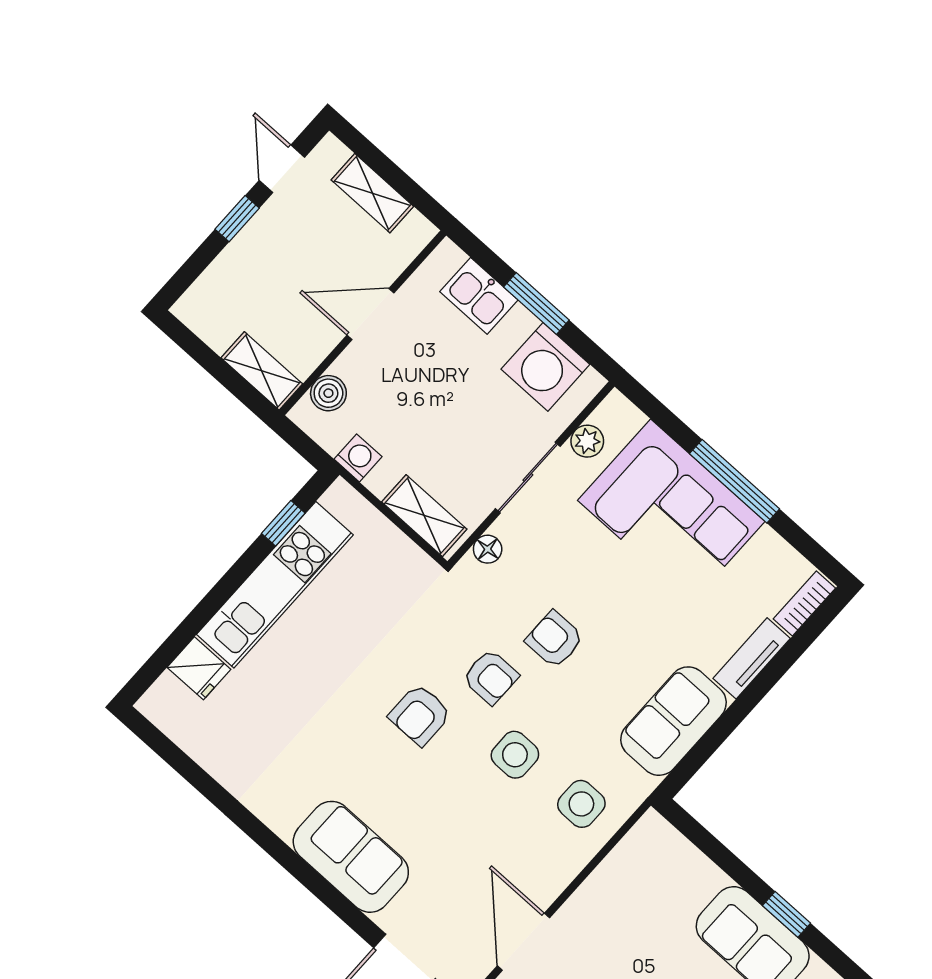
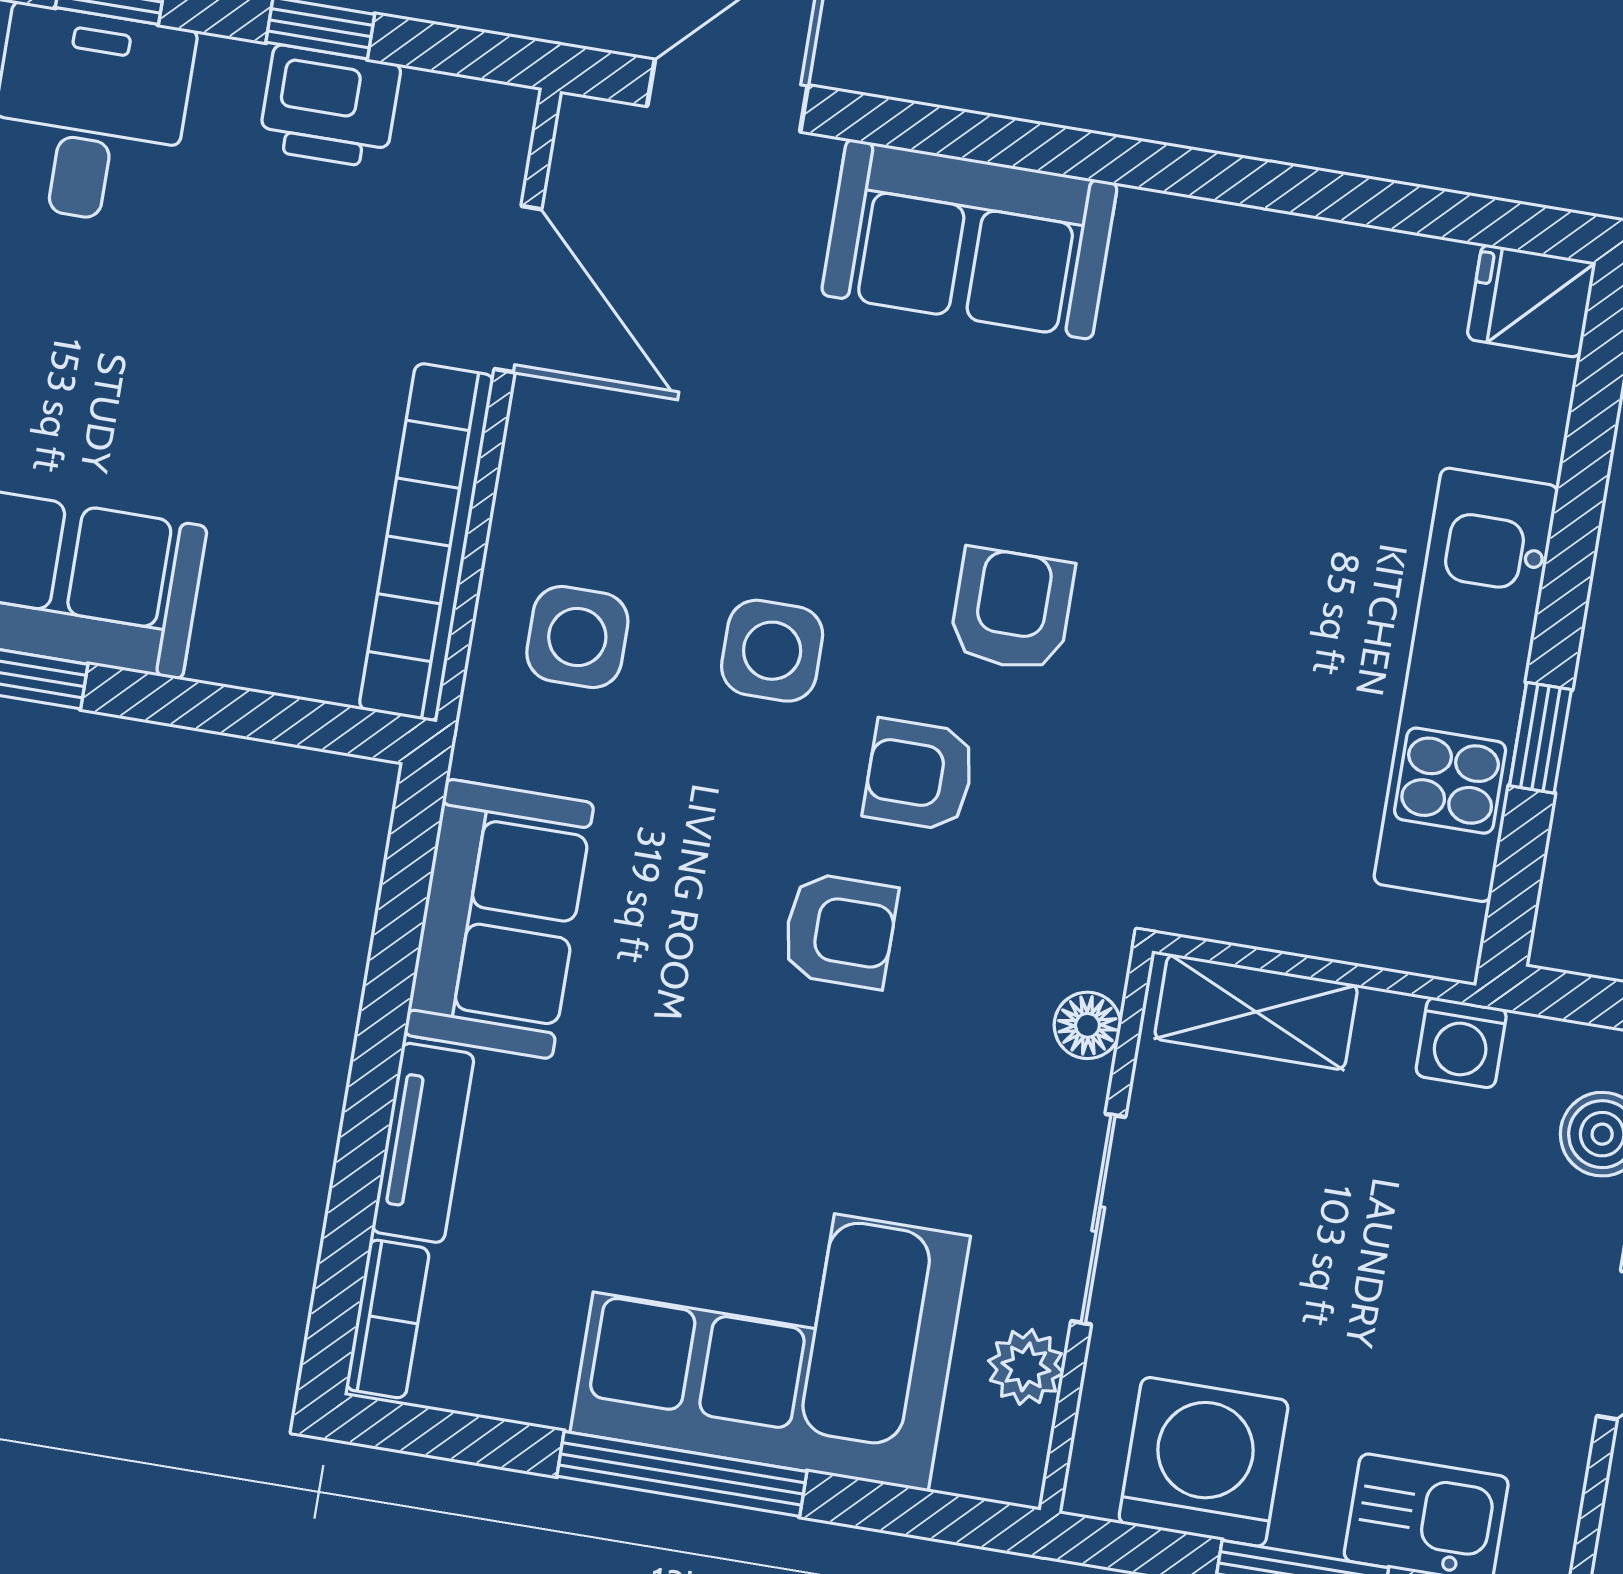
window: (283, 523) -> (1540, 738), moved
fridge: (199, 668) -> (1531, 301), moved
bookcase: (614, 872) -> (426, 542), added

